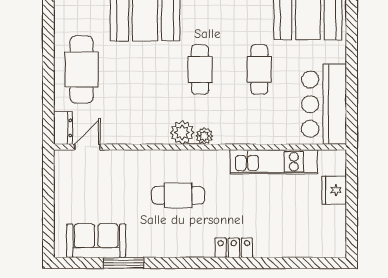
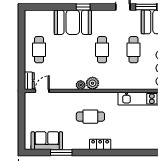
cafe table: (82, 69) -> (39, 50), width x0.73, depth x0.74
plant: (204, 136) -> (81, 85), moved
locker: (234, 248) -> (100, 144), moved

